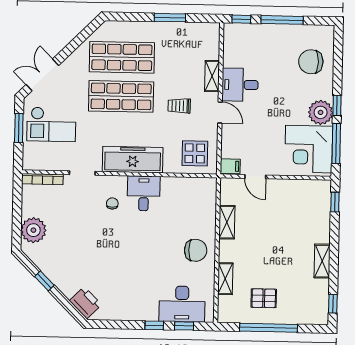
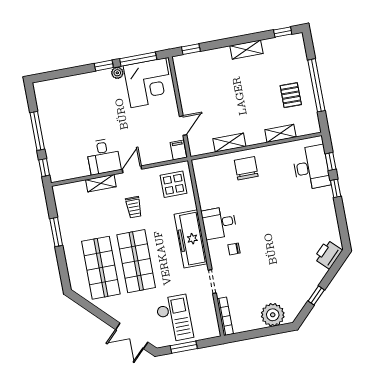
chair: (311, 62) -> (69, 97), removed
plant: (321, 112) -> (117, 73), width x0.53, depth x0.53
chair: (196, 250) -> (246, 168), moved

